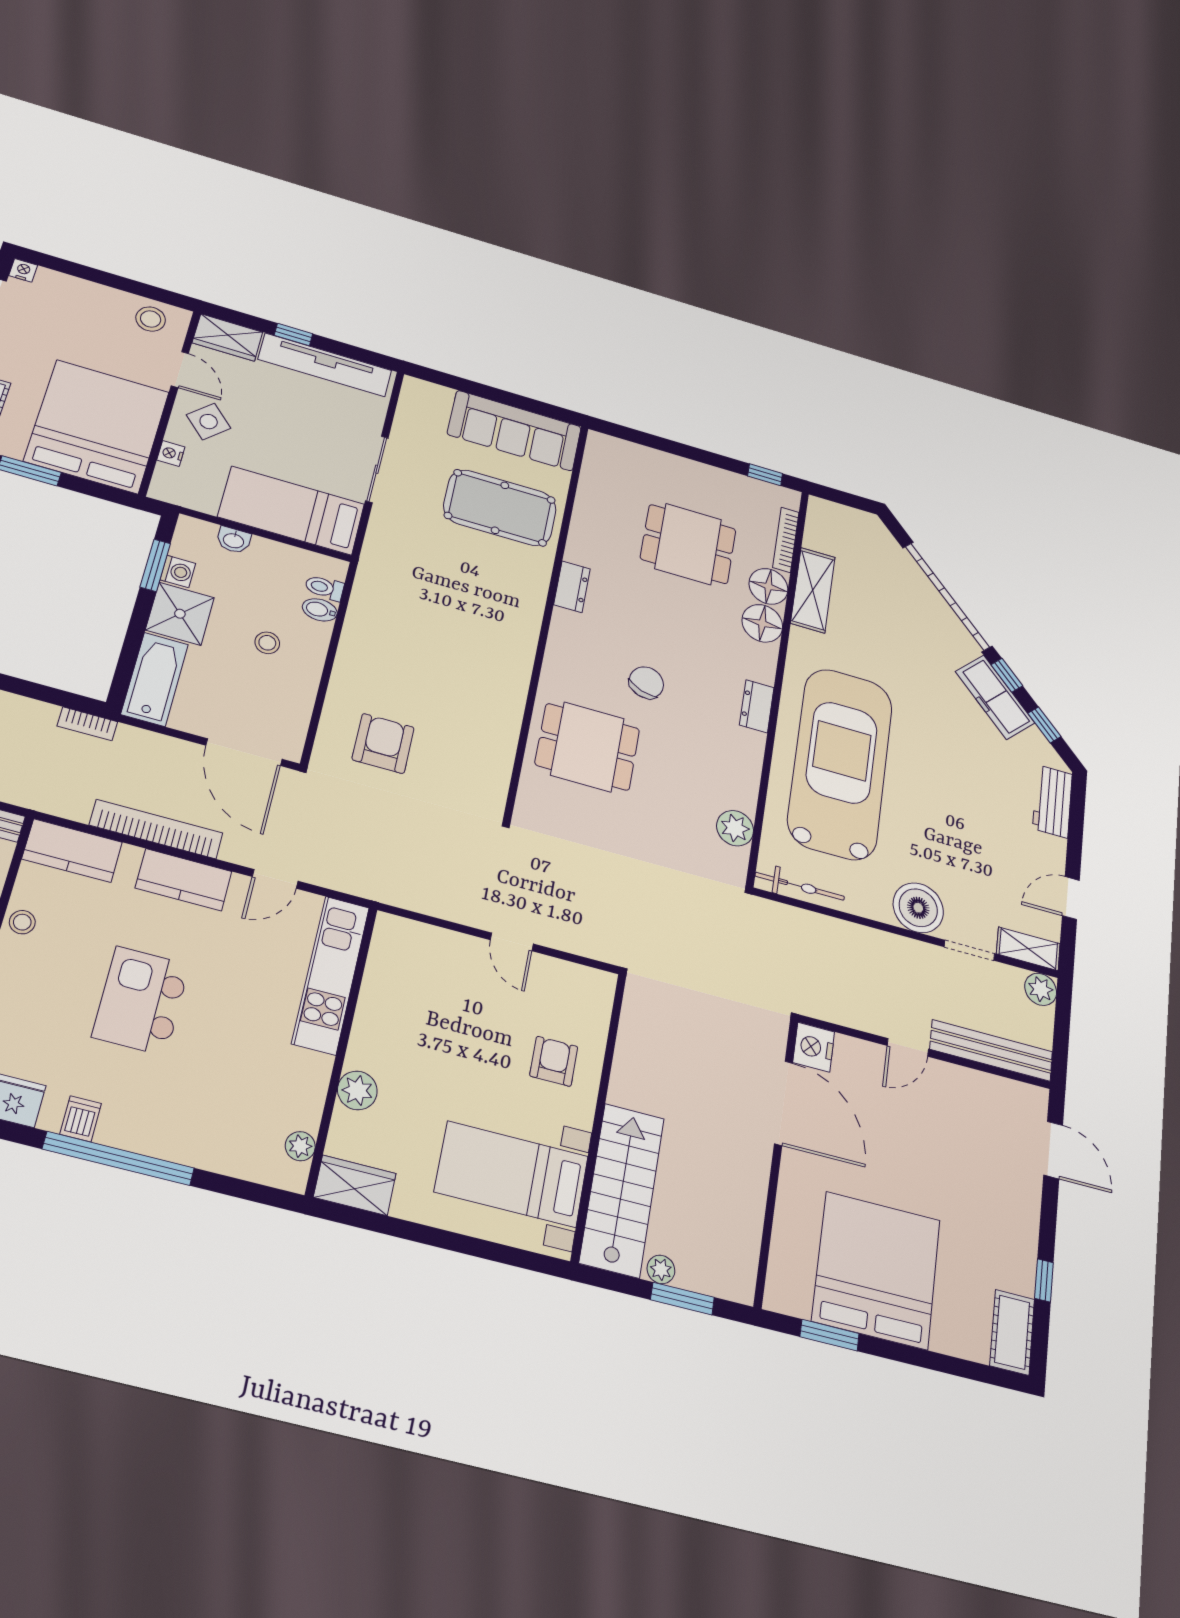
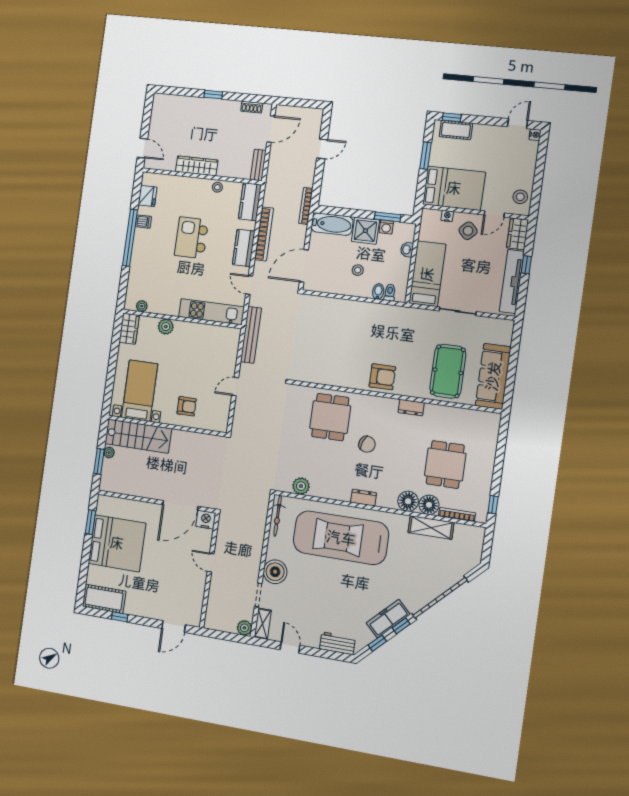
bed: (97, 426) -> (454, 188), width x0.73
bookcase: (87, 724) -> (306, 206), width x1.56
armchair: (383, 743) -> (382, 377), moved
car: (840, 763) -> (341, 538), turned 180
kitchen island: (141, 1001) -> (191, 238), turned -90
bench: (991, 1050) -> (251, 335), moved
cot: (1012, 1332) -> (104, 599), width x1.37, depth x1.34

